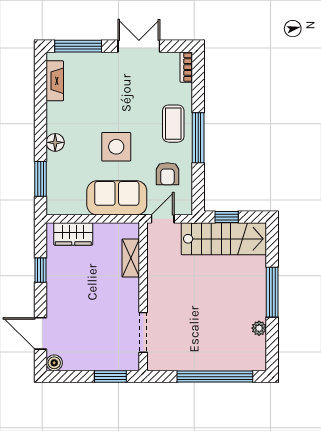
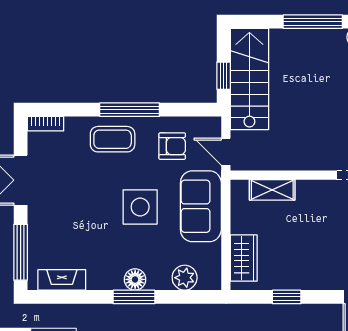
window: (41, 179) -> (134, 297), moved
plant: (57, 184) -> (185, 278), added

